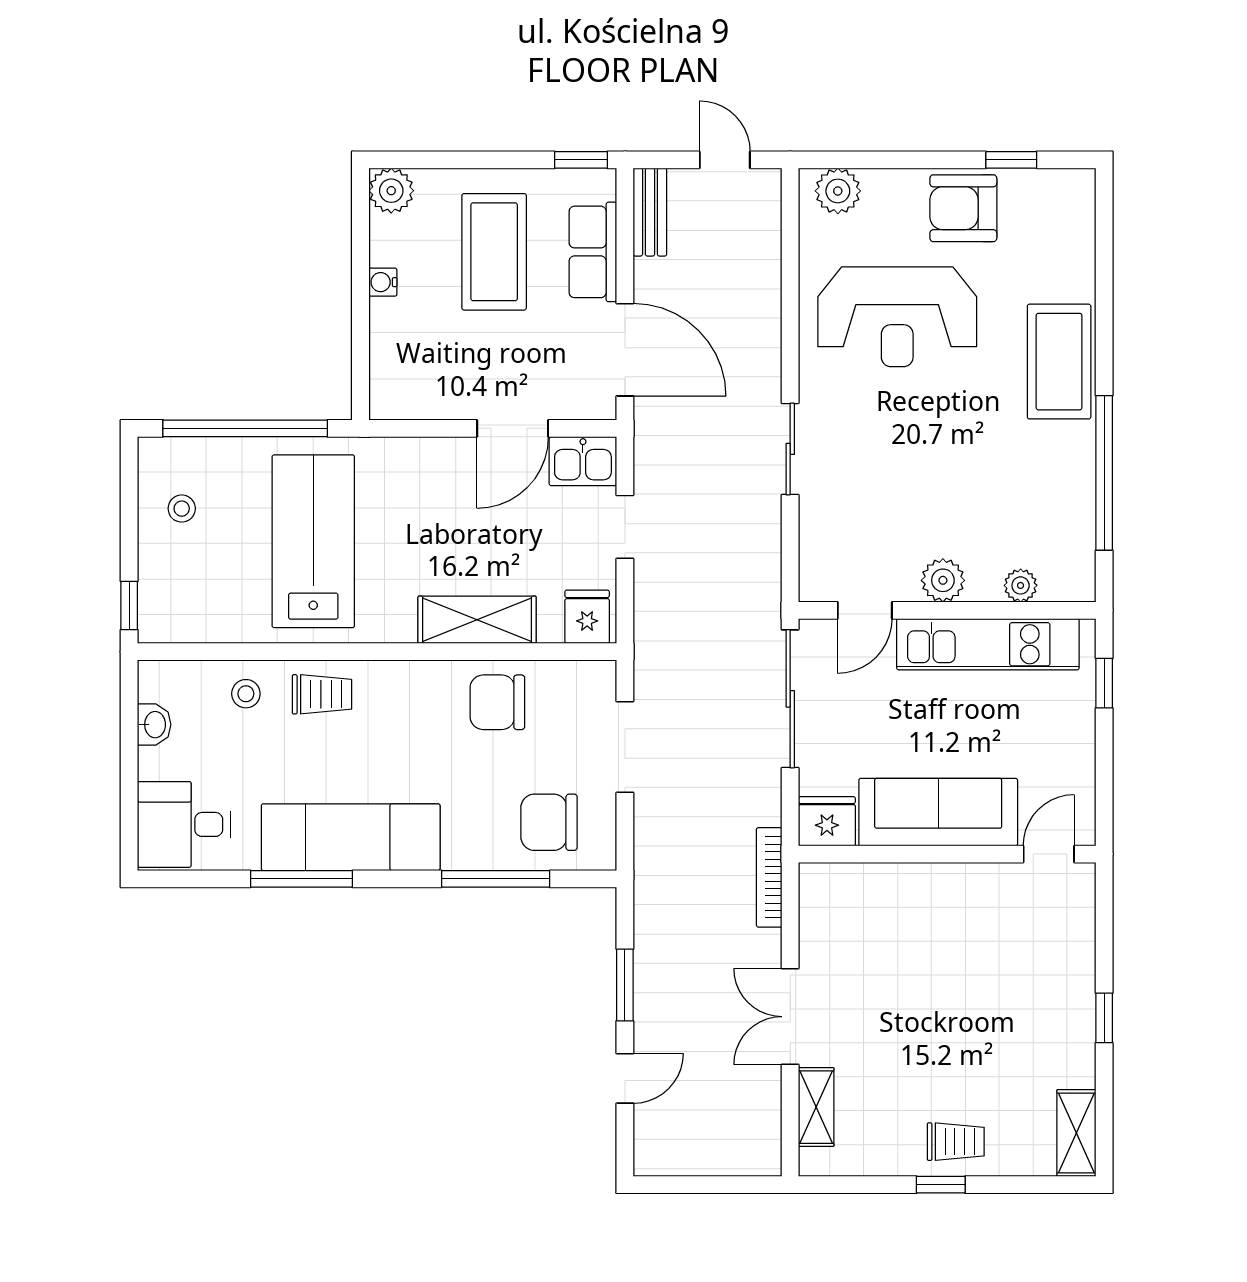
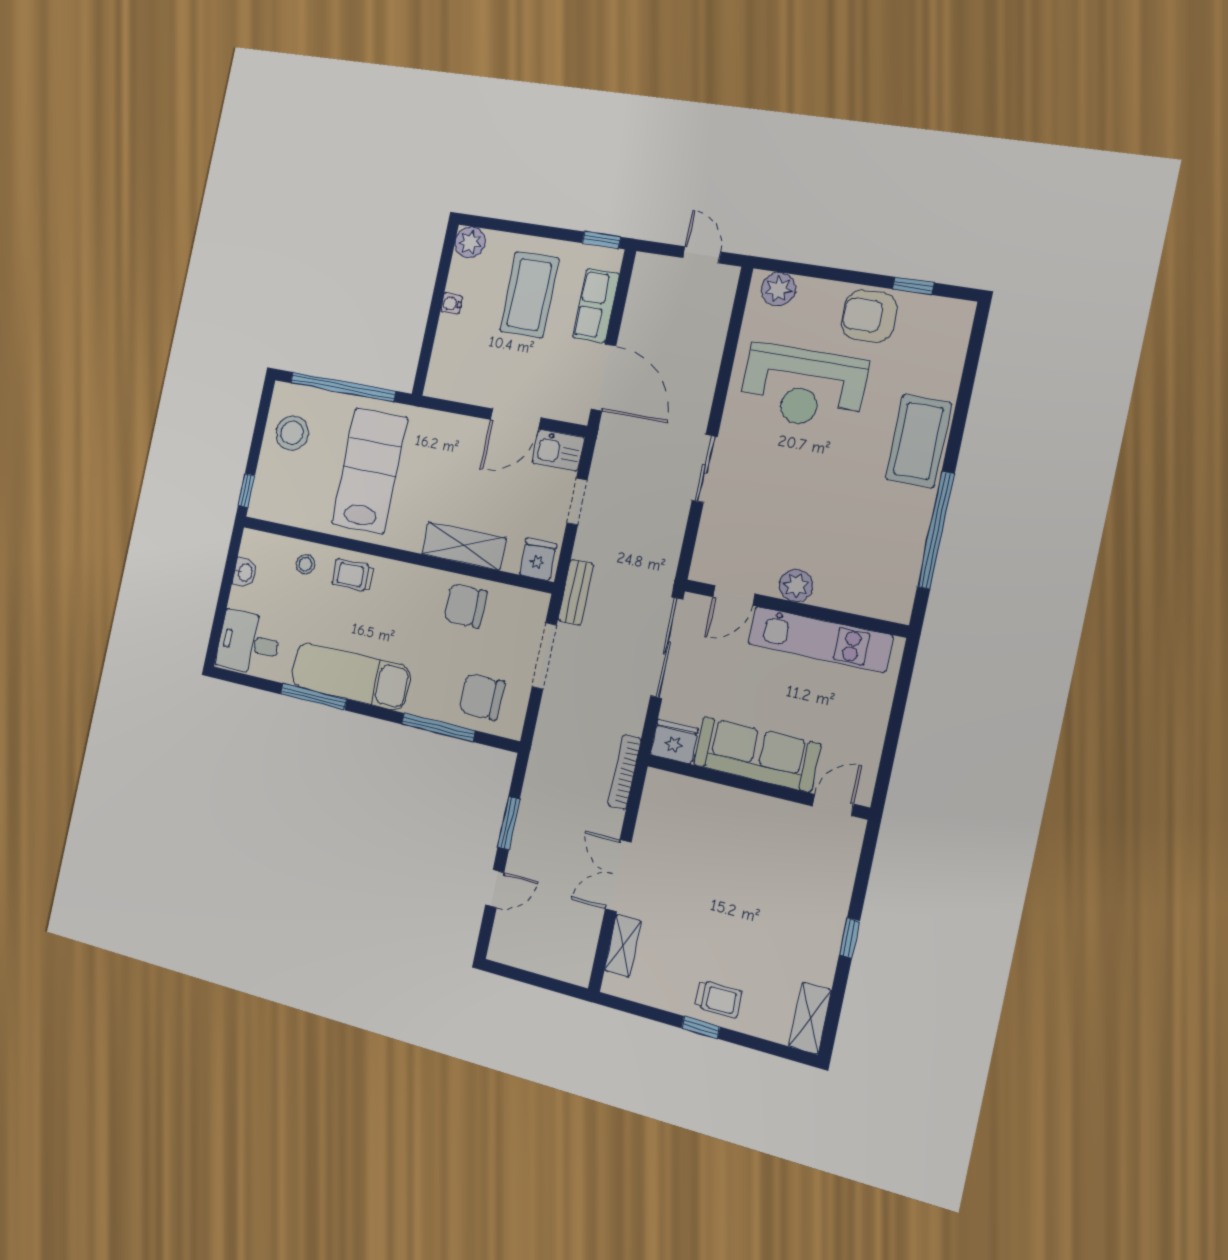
bench: (650, 212) -> (576, 592), moved
stool: (182, 509) -> (292, 433), width x1.89, depth x1.89
plant: (1021, 585) -> (854, 601), removed
window: (1104, 683) -> (903, 687), removed
trolley: (322, 694) -> (353, 575), turned 180

